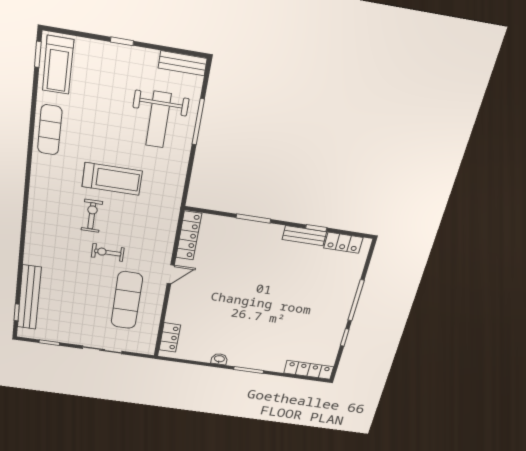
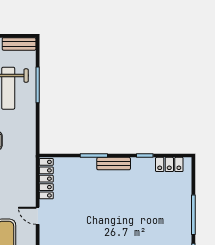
bench: (304, 236) -> (114, 164), moved
door: (171, 274) -> (38, 216), swing flipped

